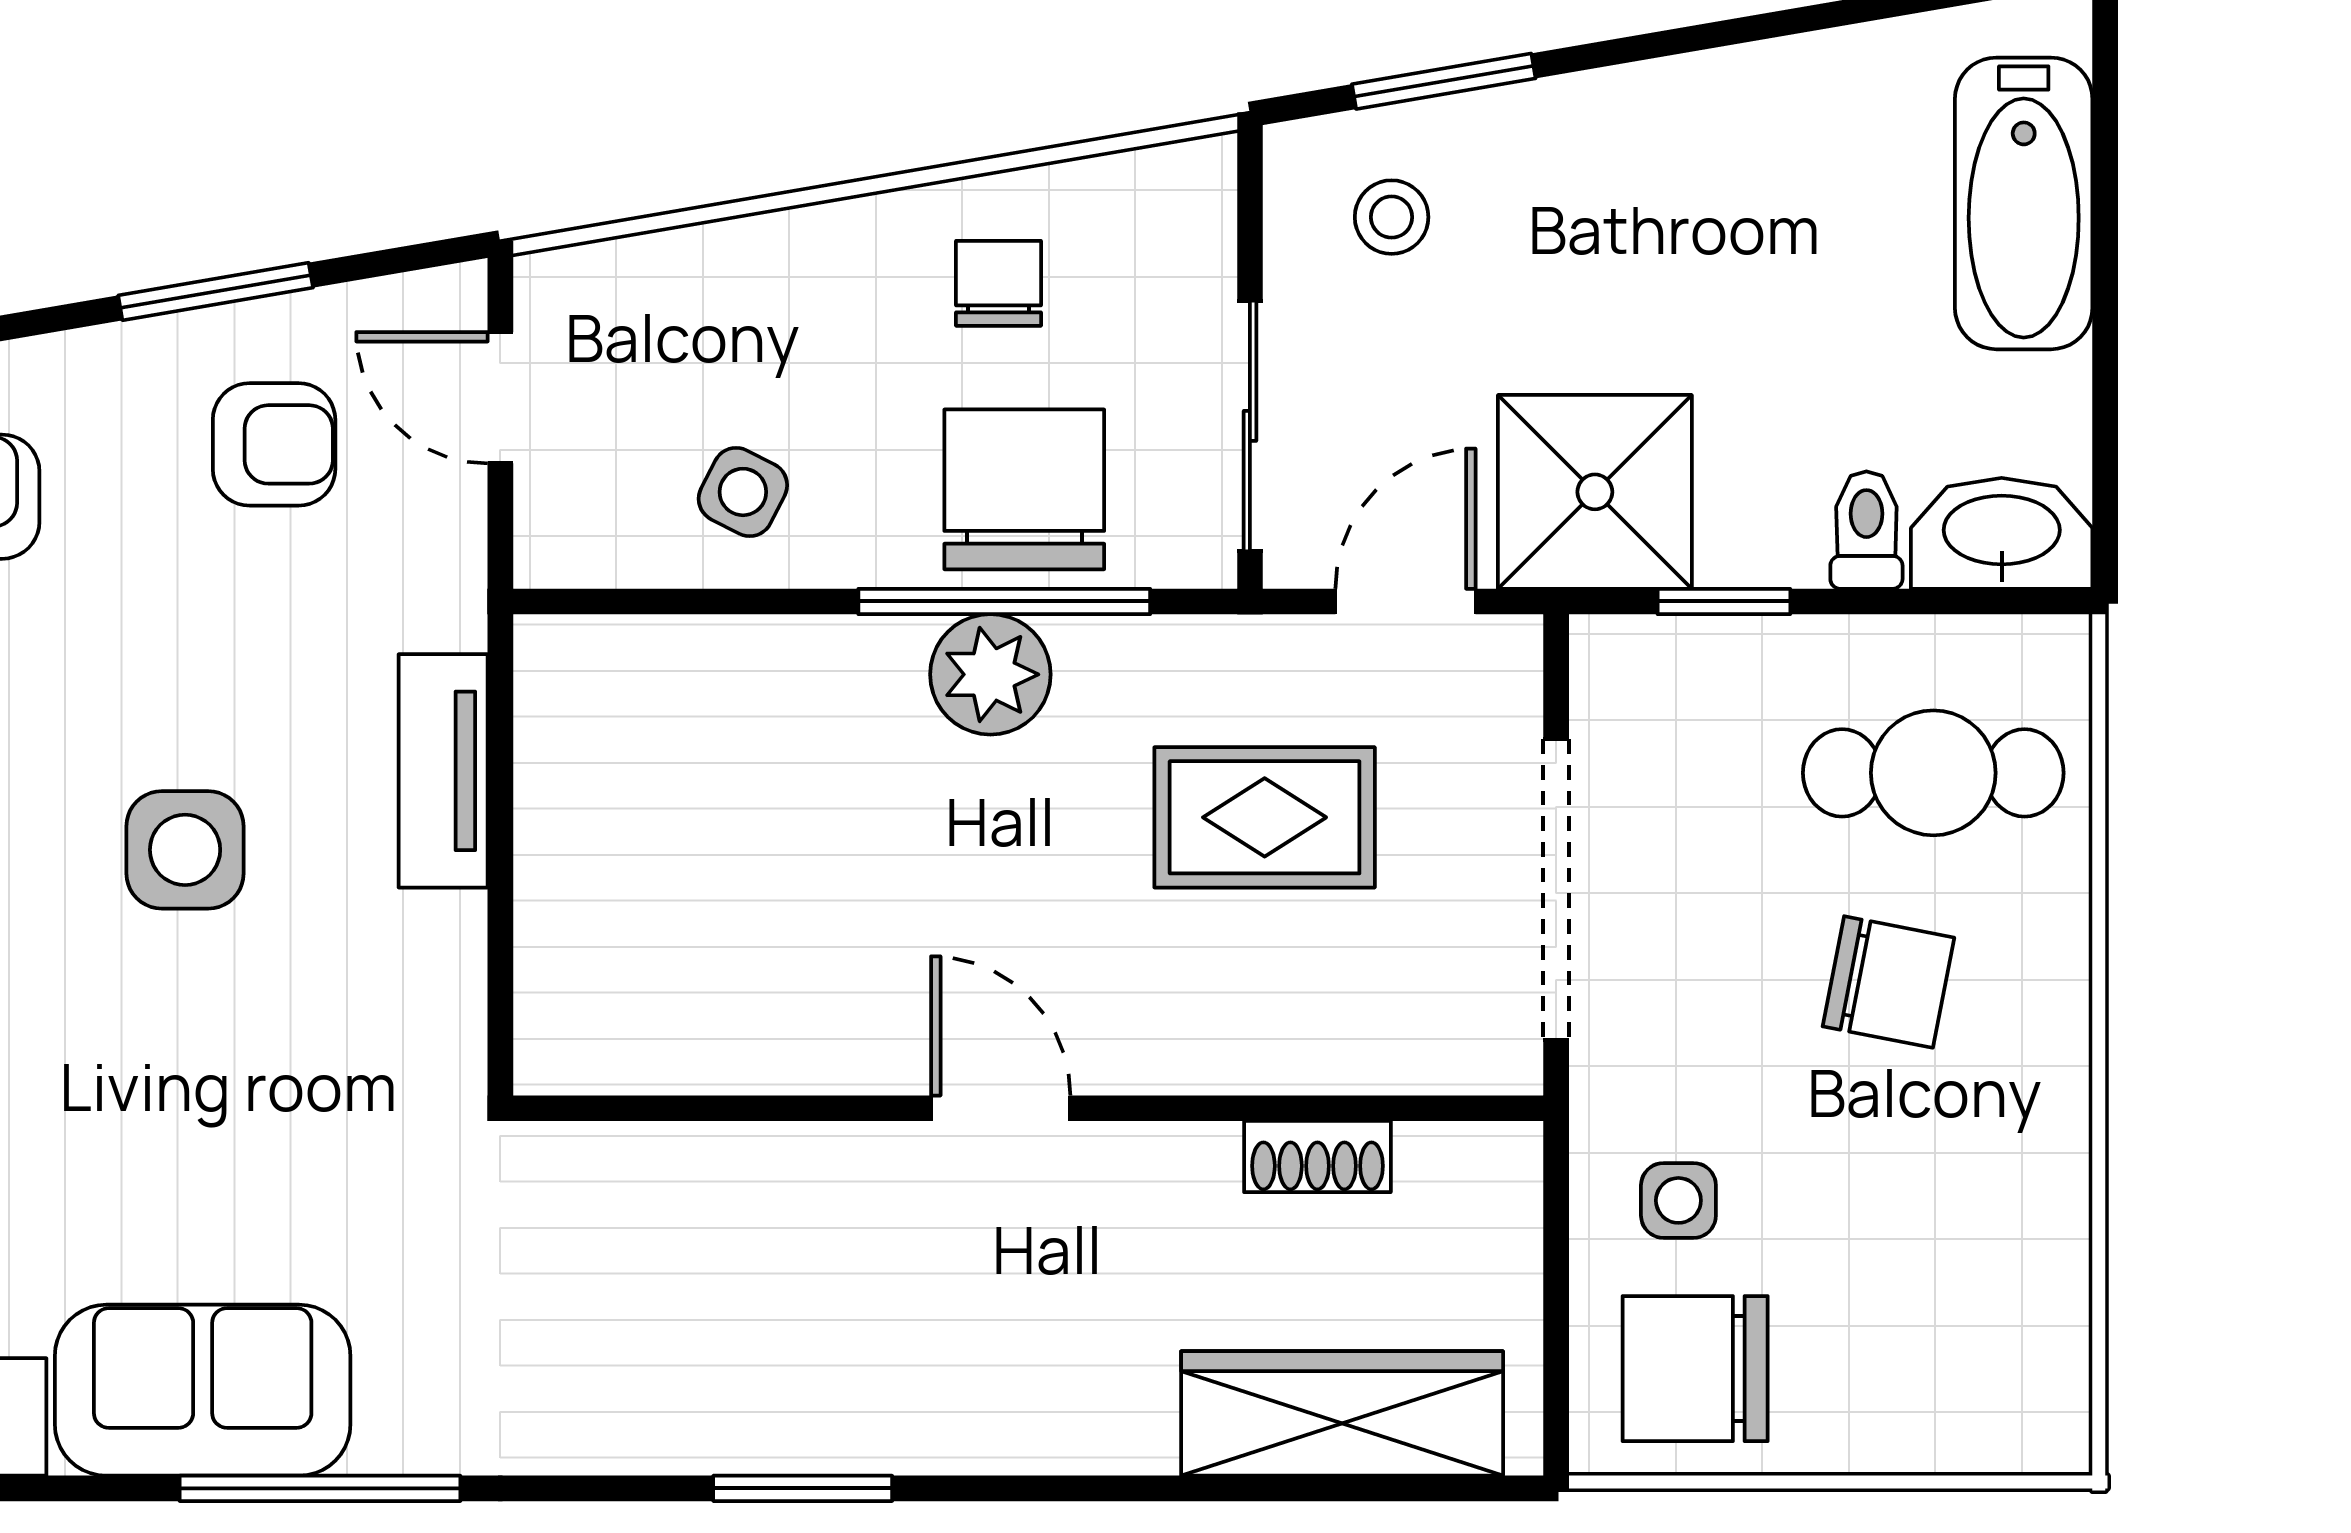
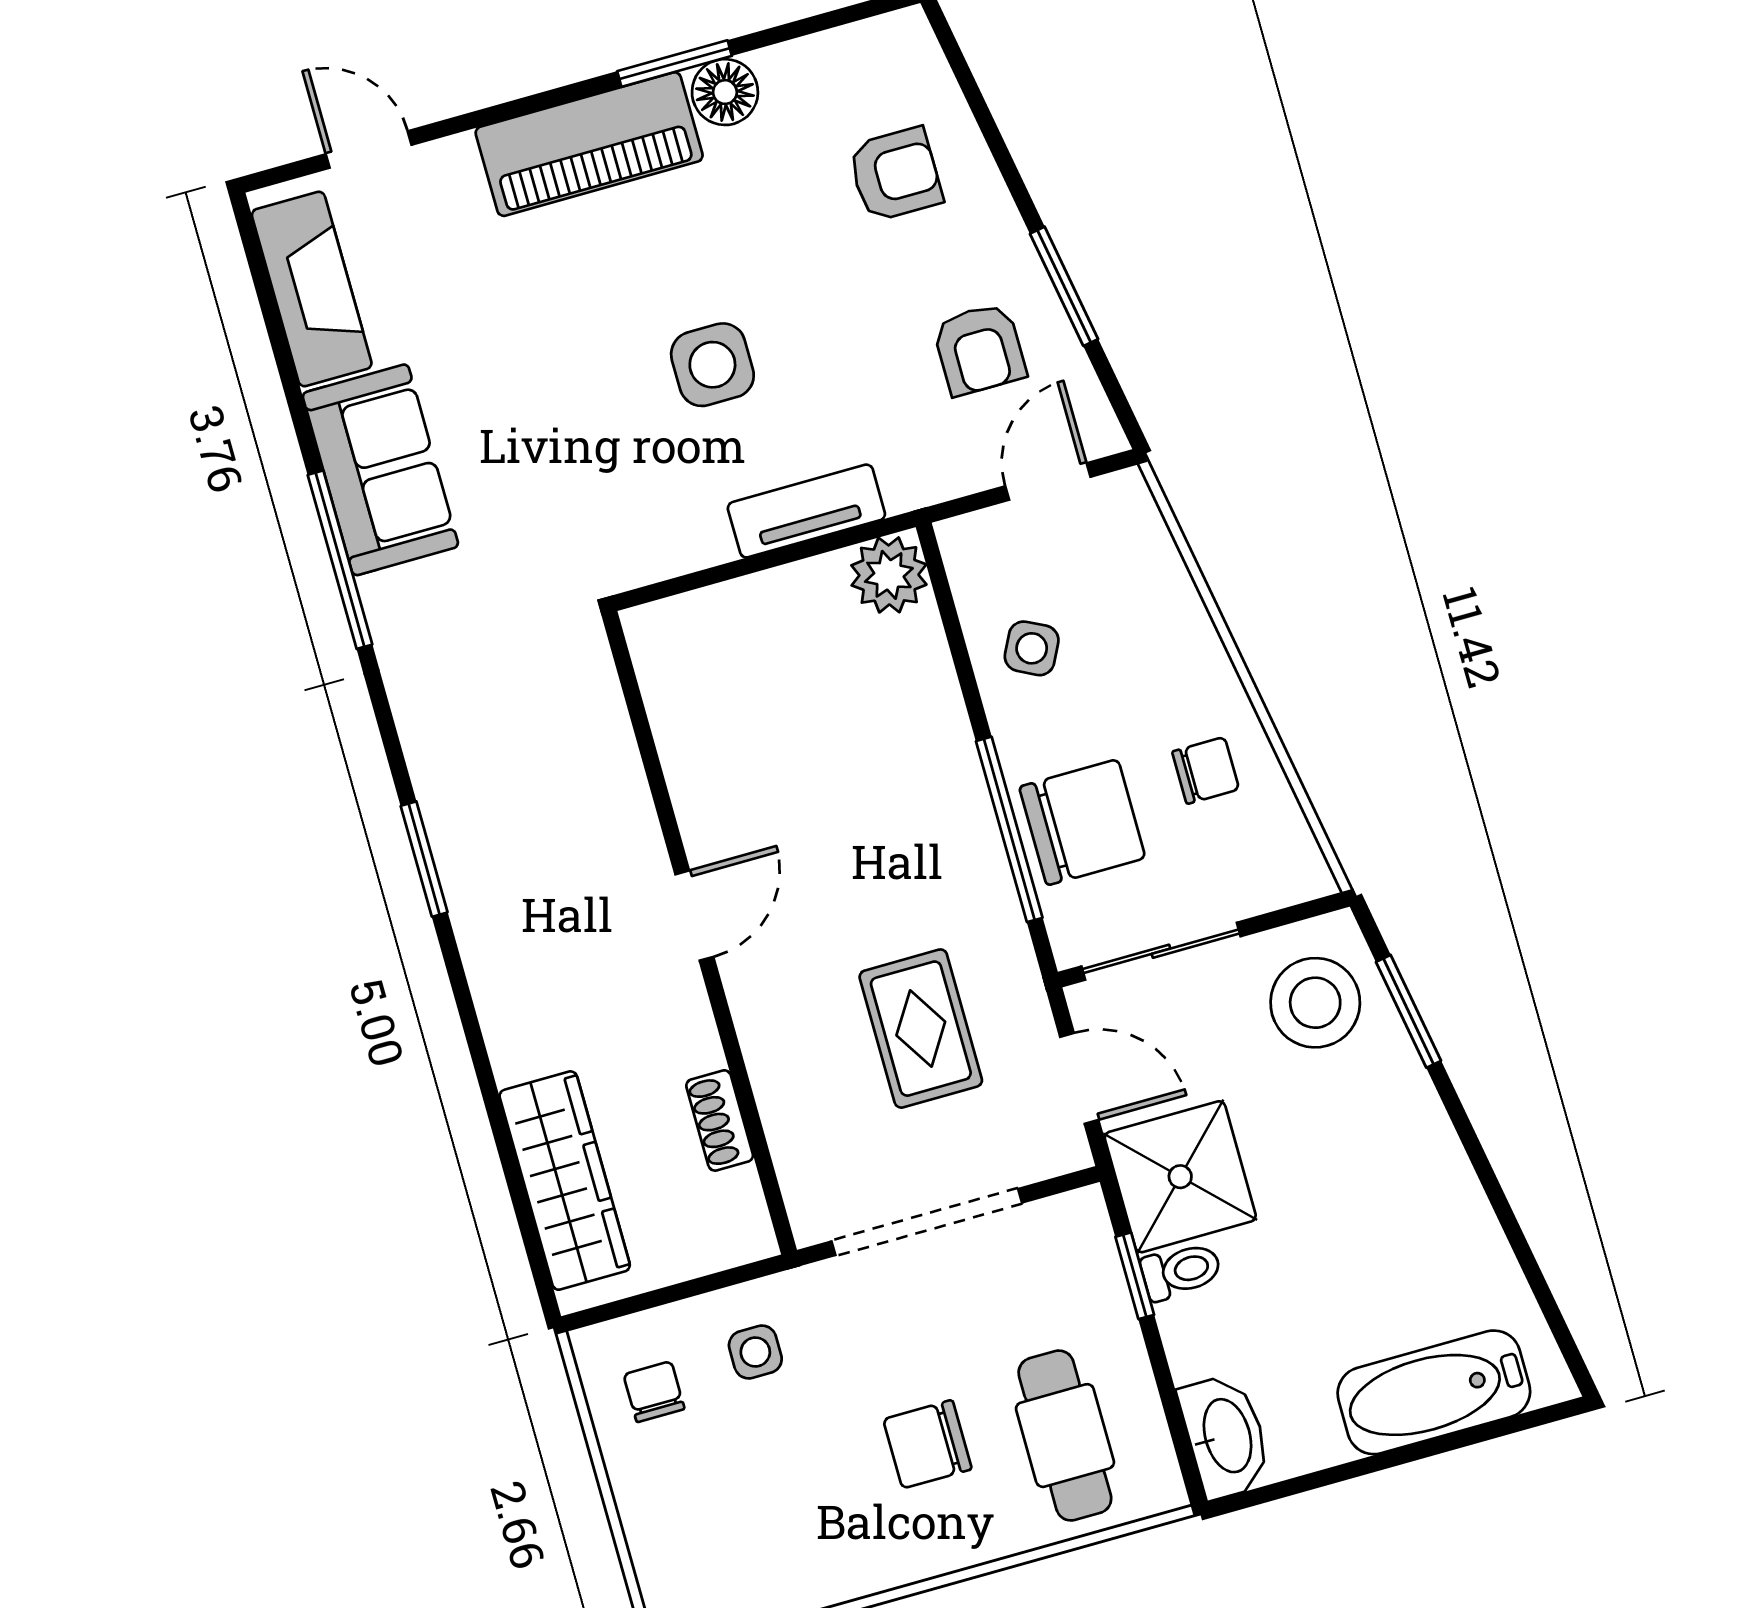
stool: (1392, 217) -> (1315, 1003), width x1.89, depth x1.89
toilet: (1866, 530) -> (1181, 1271), moved
plant: (990, 674) -> (889, 575), moved
chair: (1888, 982) -> (927, 1444), turned 79
chair: (1695, 1369) -> (654, 1392), width x0.54, depth x0.54

